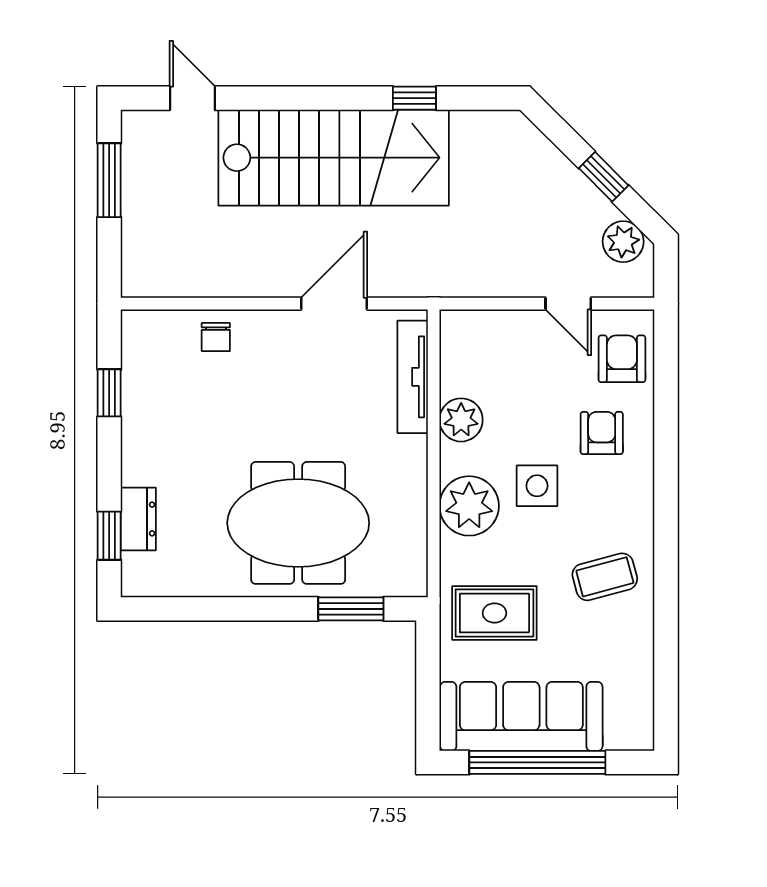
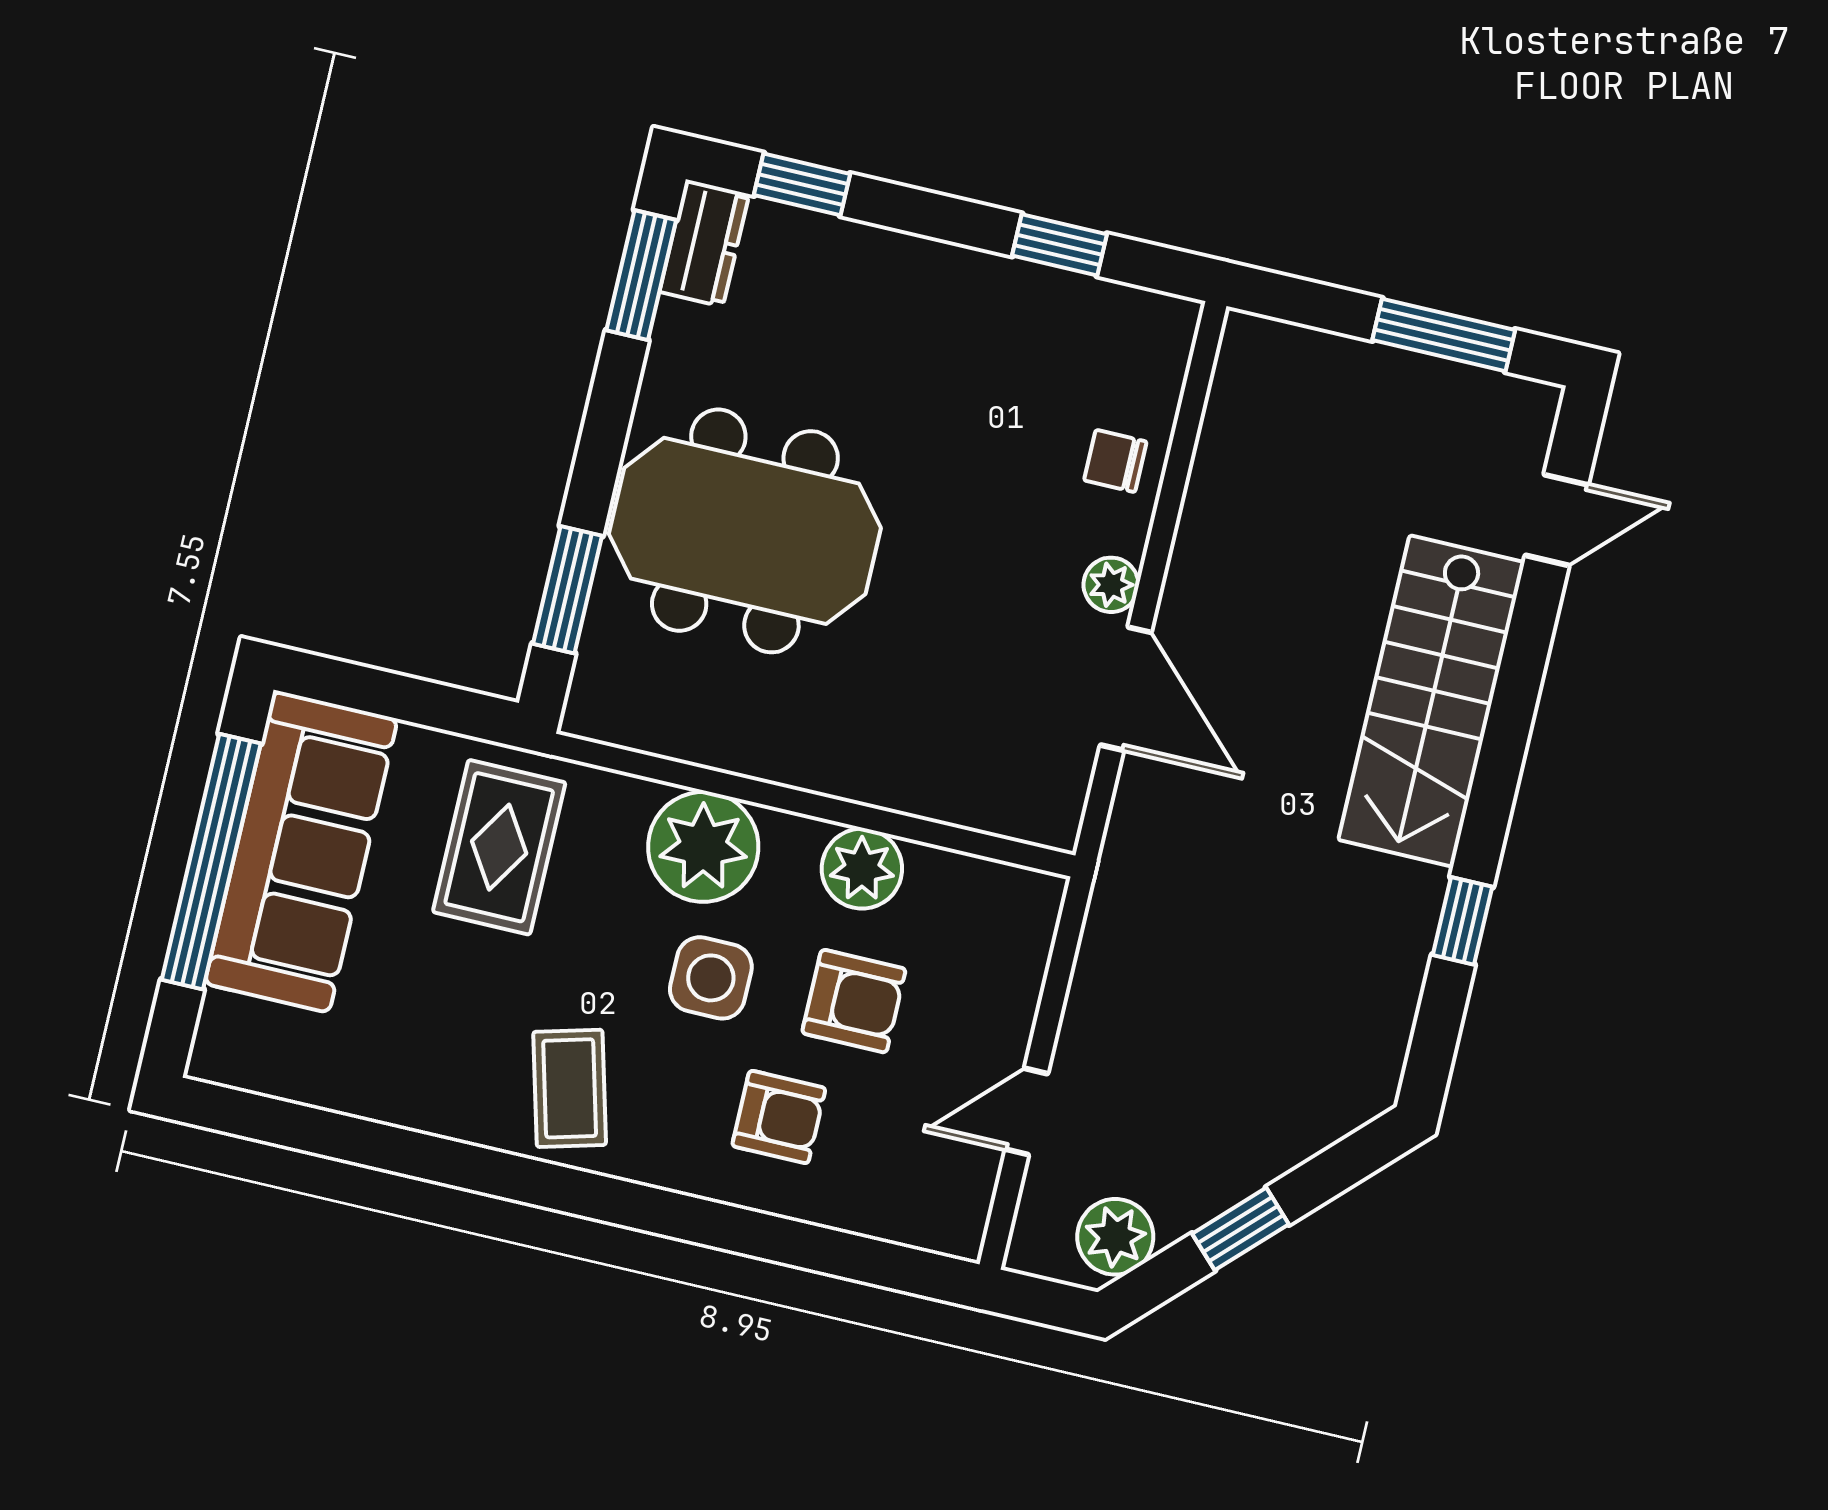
stairs: (334, 158) -> (1431, 701), width x0.73, depth x0.66
plant: (281, 324) -> (1111, 585), added
armchair: (622, 359) -> (854, 1001), moved
tv unit: (413, 377) -> (960, 800), removed
dresser: (138, 519) -> (704, 243), moved, turned -90
meeting table: (298, 523) -> (745, 531), turned 90
coffee table: (605, 577) -> (570, 1088), moved
window: (177, 609) -> (641, 275), added

